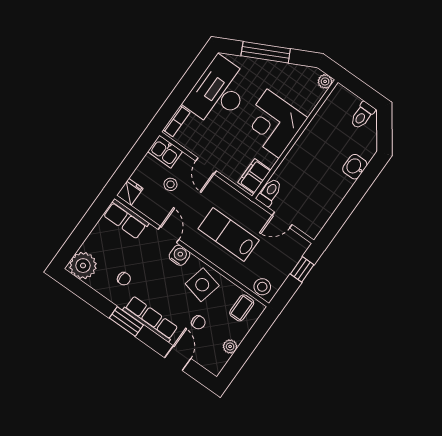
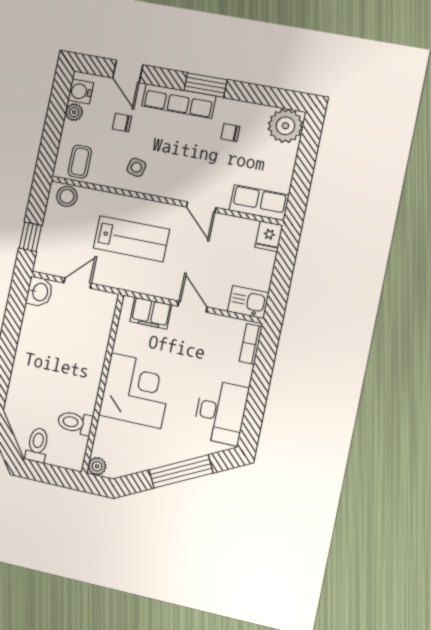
desk: (219, 92) -> (221, 412), width x0.73, depth x0.77
washbasin: (355, 167) -> (40, 292), moved
filing cabinet: (254, 176) -> (151, 313), moved, turned 90
stool: (170, 184) -> (225, 266), removed
toilet: (269, 192) -> (75, 423), moved, turned 90
water cooler: (179, 255) -> (81, 92), moved, turned 90
side table: (202, 285) -> (136, 167), width x0.54, depth x0.54

